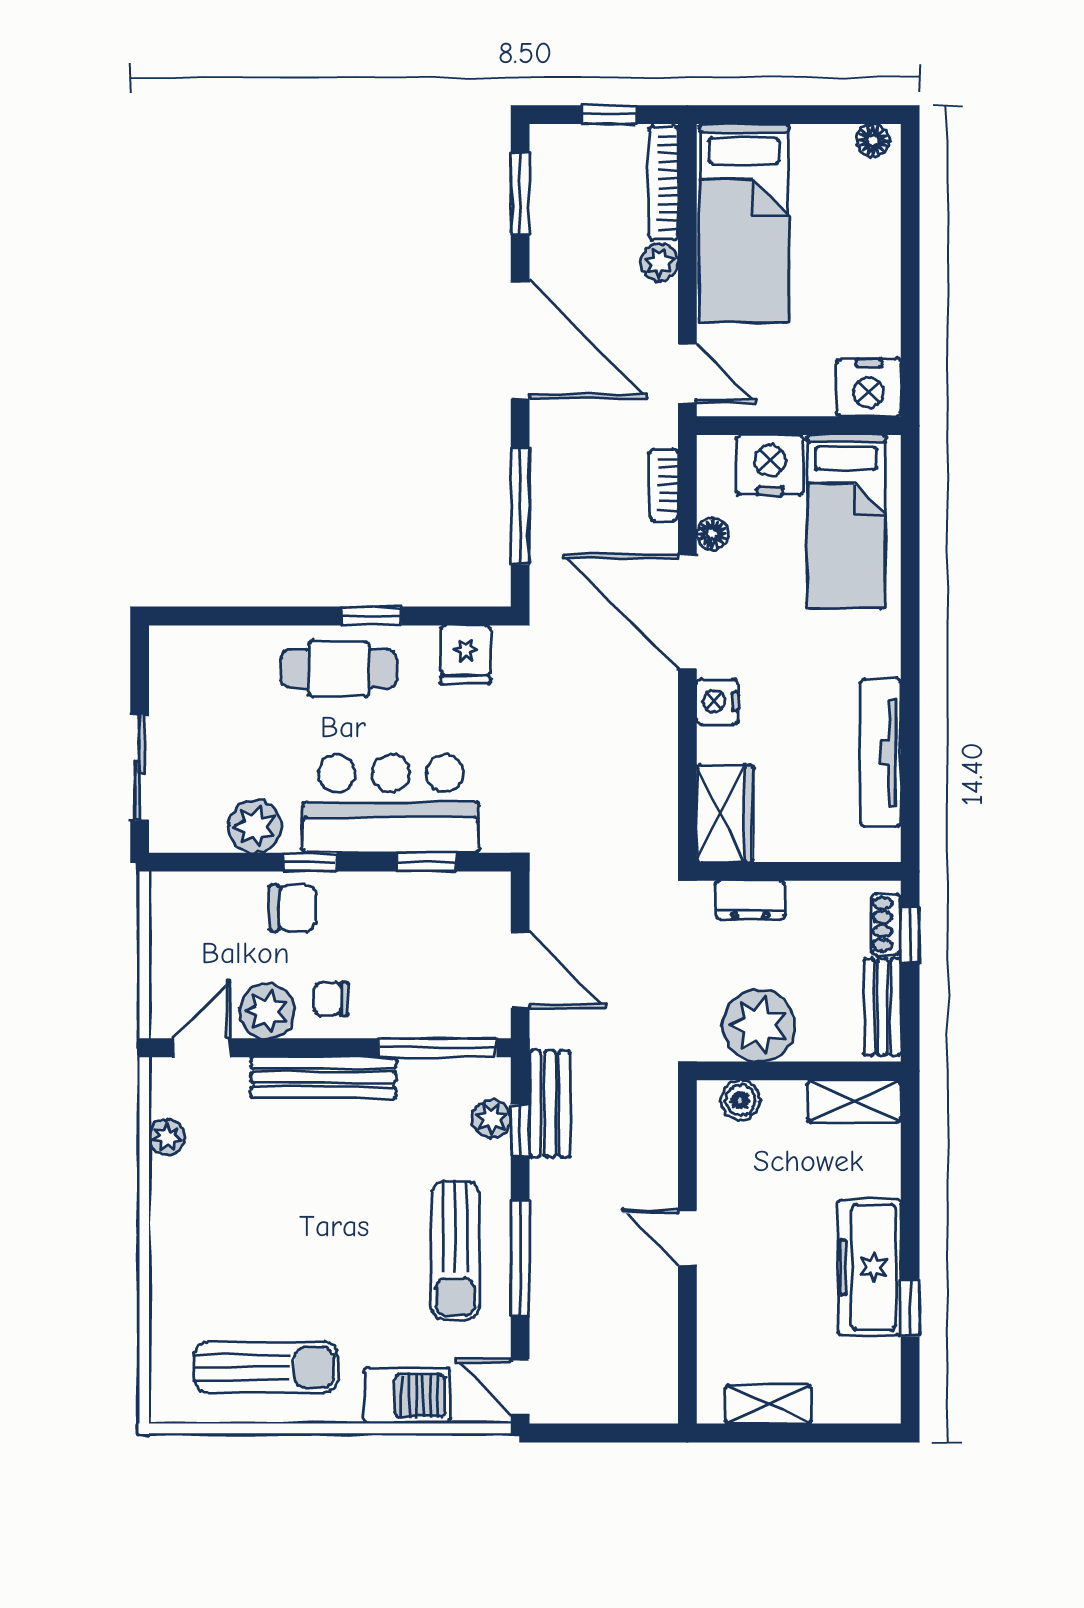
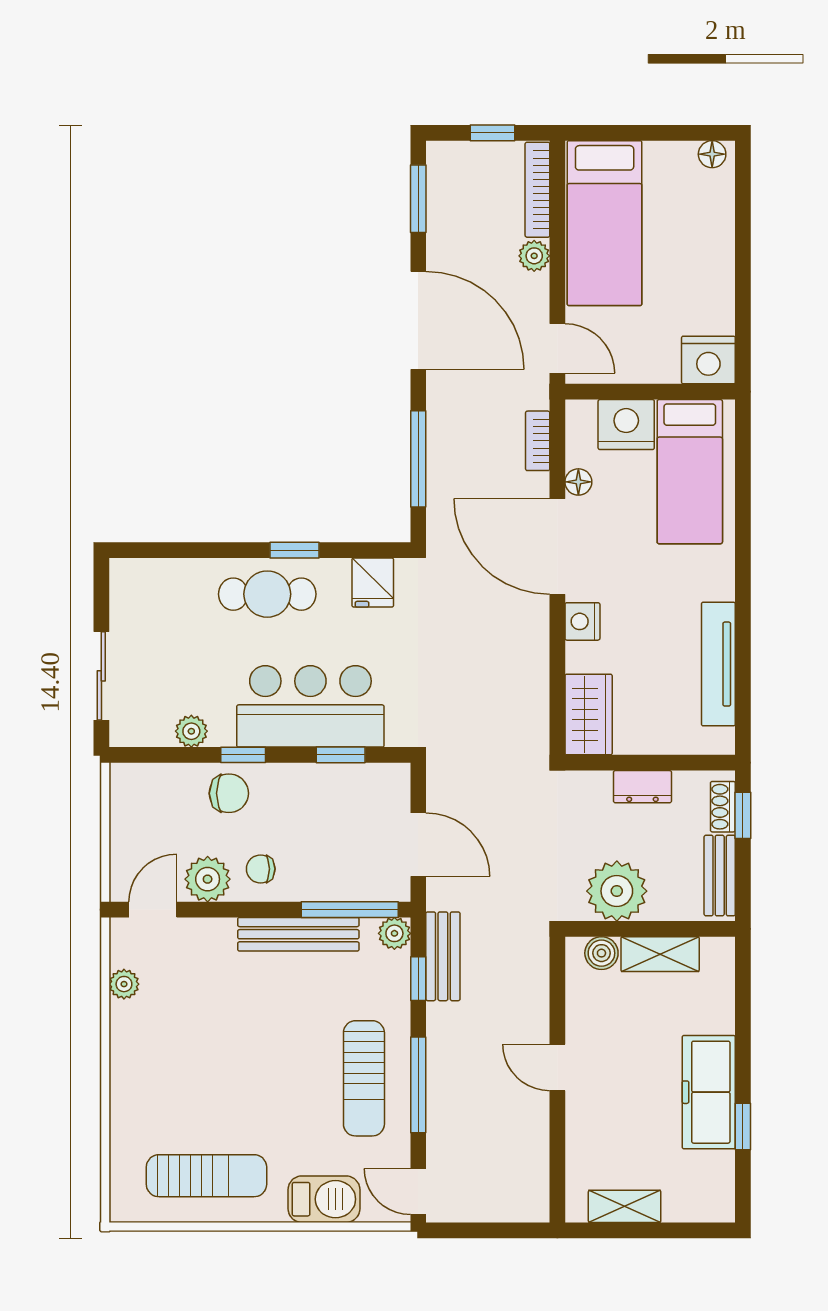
plant: (255, 826) -> (191, 731), width x0.73, depth x0.73
dresser: (750, 900) -> (642, 787), moved
bench: (324, 1077) -> (298, 934), moved
shelving: (854, 1101) -> (660, 954), moved
plant: (492, 1119) -> (394, 933), moved

